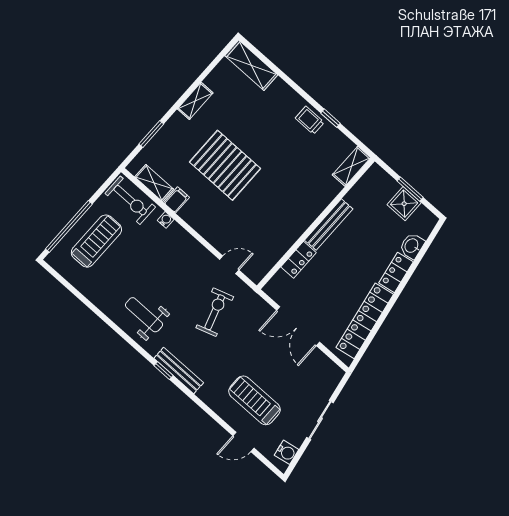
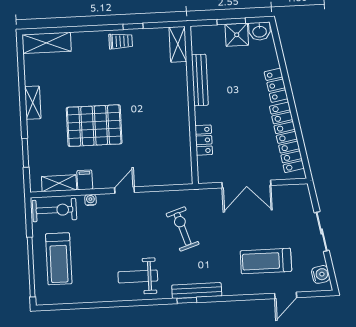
trolley: (310, 120) -> (121, 41), turned 180
bench: (329, 225) -> (200, 80), moved
treadmill: (96, 241) -> (59, 259), turned 180
washbasin: (412, 246) -> (260, 31), moved, turned -80
door: (229, 265) -> (125, 190), moved

